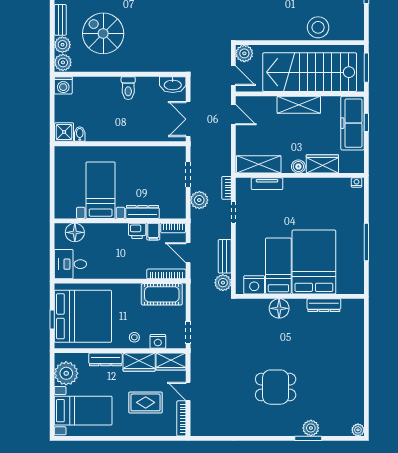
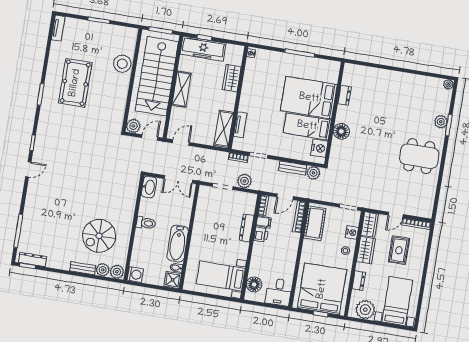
bathtub: (109, 131) -> (178, 244), added
boiler: (298, 166) -> (231, 98), removed
bed with nightstands: (101, 190) -> (221, 276), moved
dresser: (324, 305) -> (345, 95), width x0.70
dresser: (105, 359) -> (359, 281), width x0.70
dining table: (276, 387) -> (419, 156), moved, width x1.38

